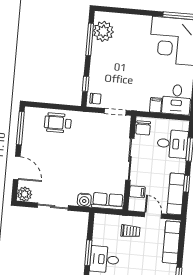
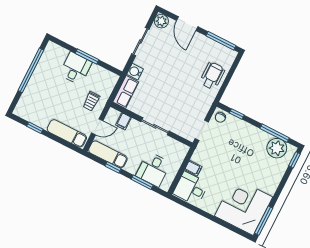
window: (108, 9) -> (294, 160), added
chair: (143, 128) -> (178, 149), removed
sliding door: (130, 159) -> (155, 126), width x0.73
door: (17, 168) -> (187, 24), hinge flipped

